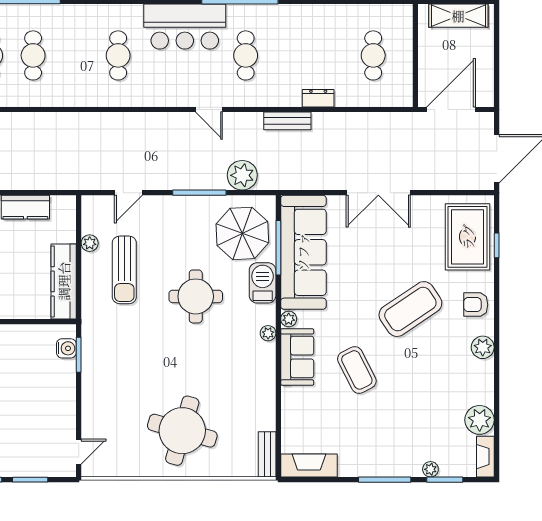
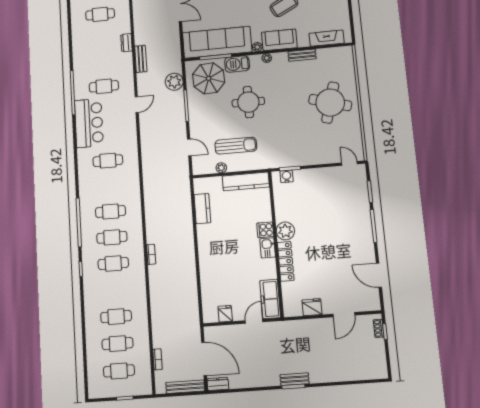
bench: (267, 454) -> (302, 55), moved
fireplace: (309, 465) -> (327, 38), moved, turned 90

